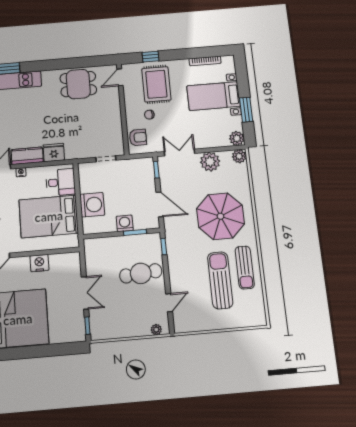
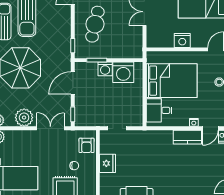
armchair: (138, 137) -> (87, 145), turned -90
double door: (179, 152) -> (50, 128), swing flipped
fridge: (54, 153) -> (108, 163), moved, turned -90
door: (160, 204) -> (73, 83), hinge flipped
washing machine: (92, 205) -> (123, 72), moved, turned -90
cafe table: (141, 273) -> (95, 24), turned -72

